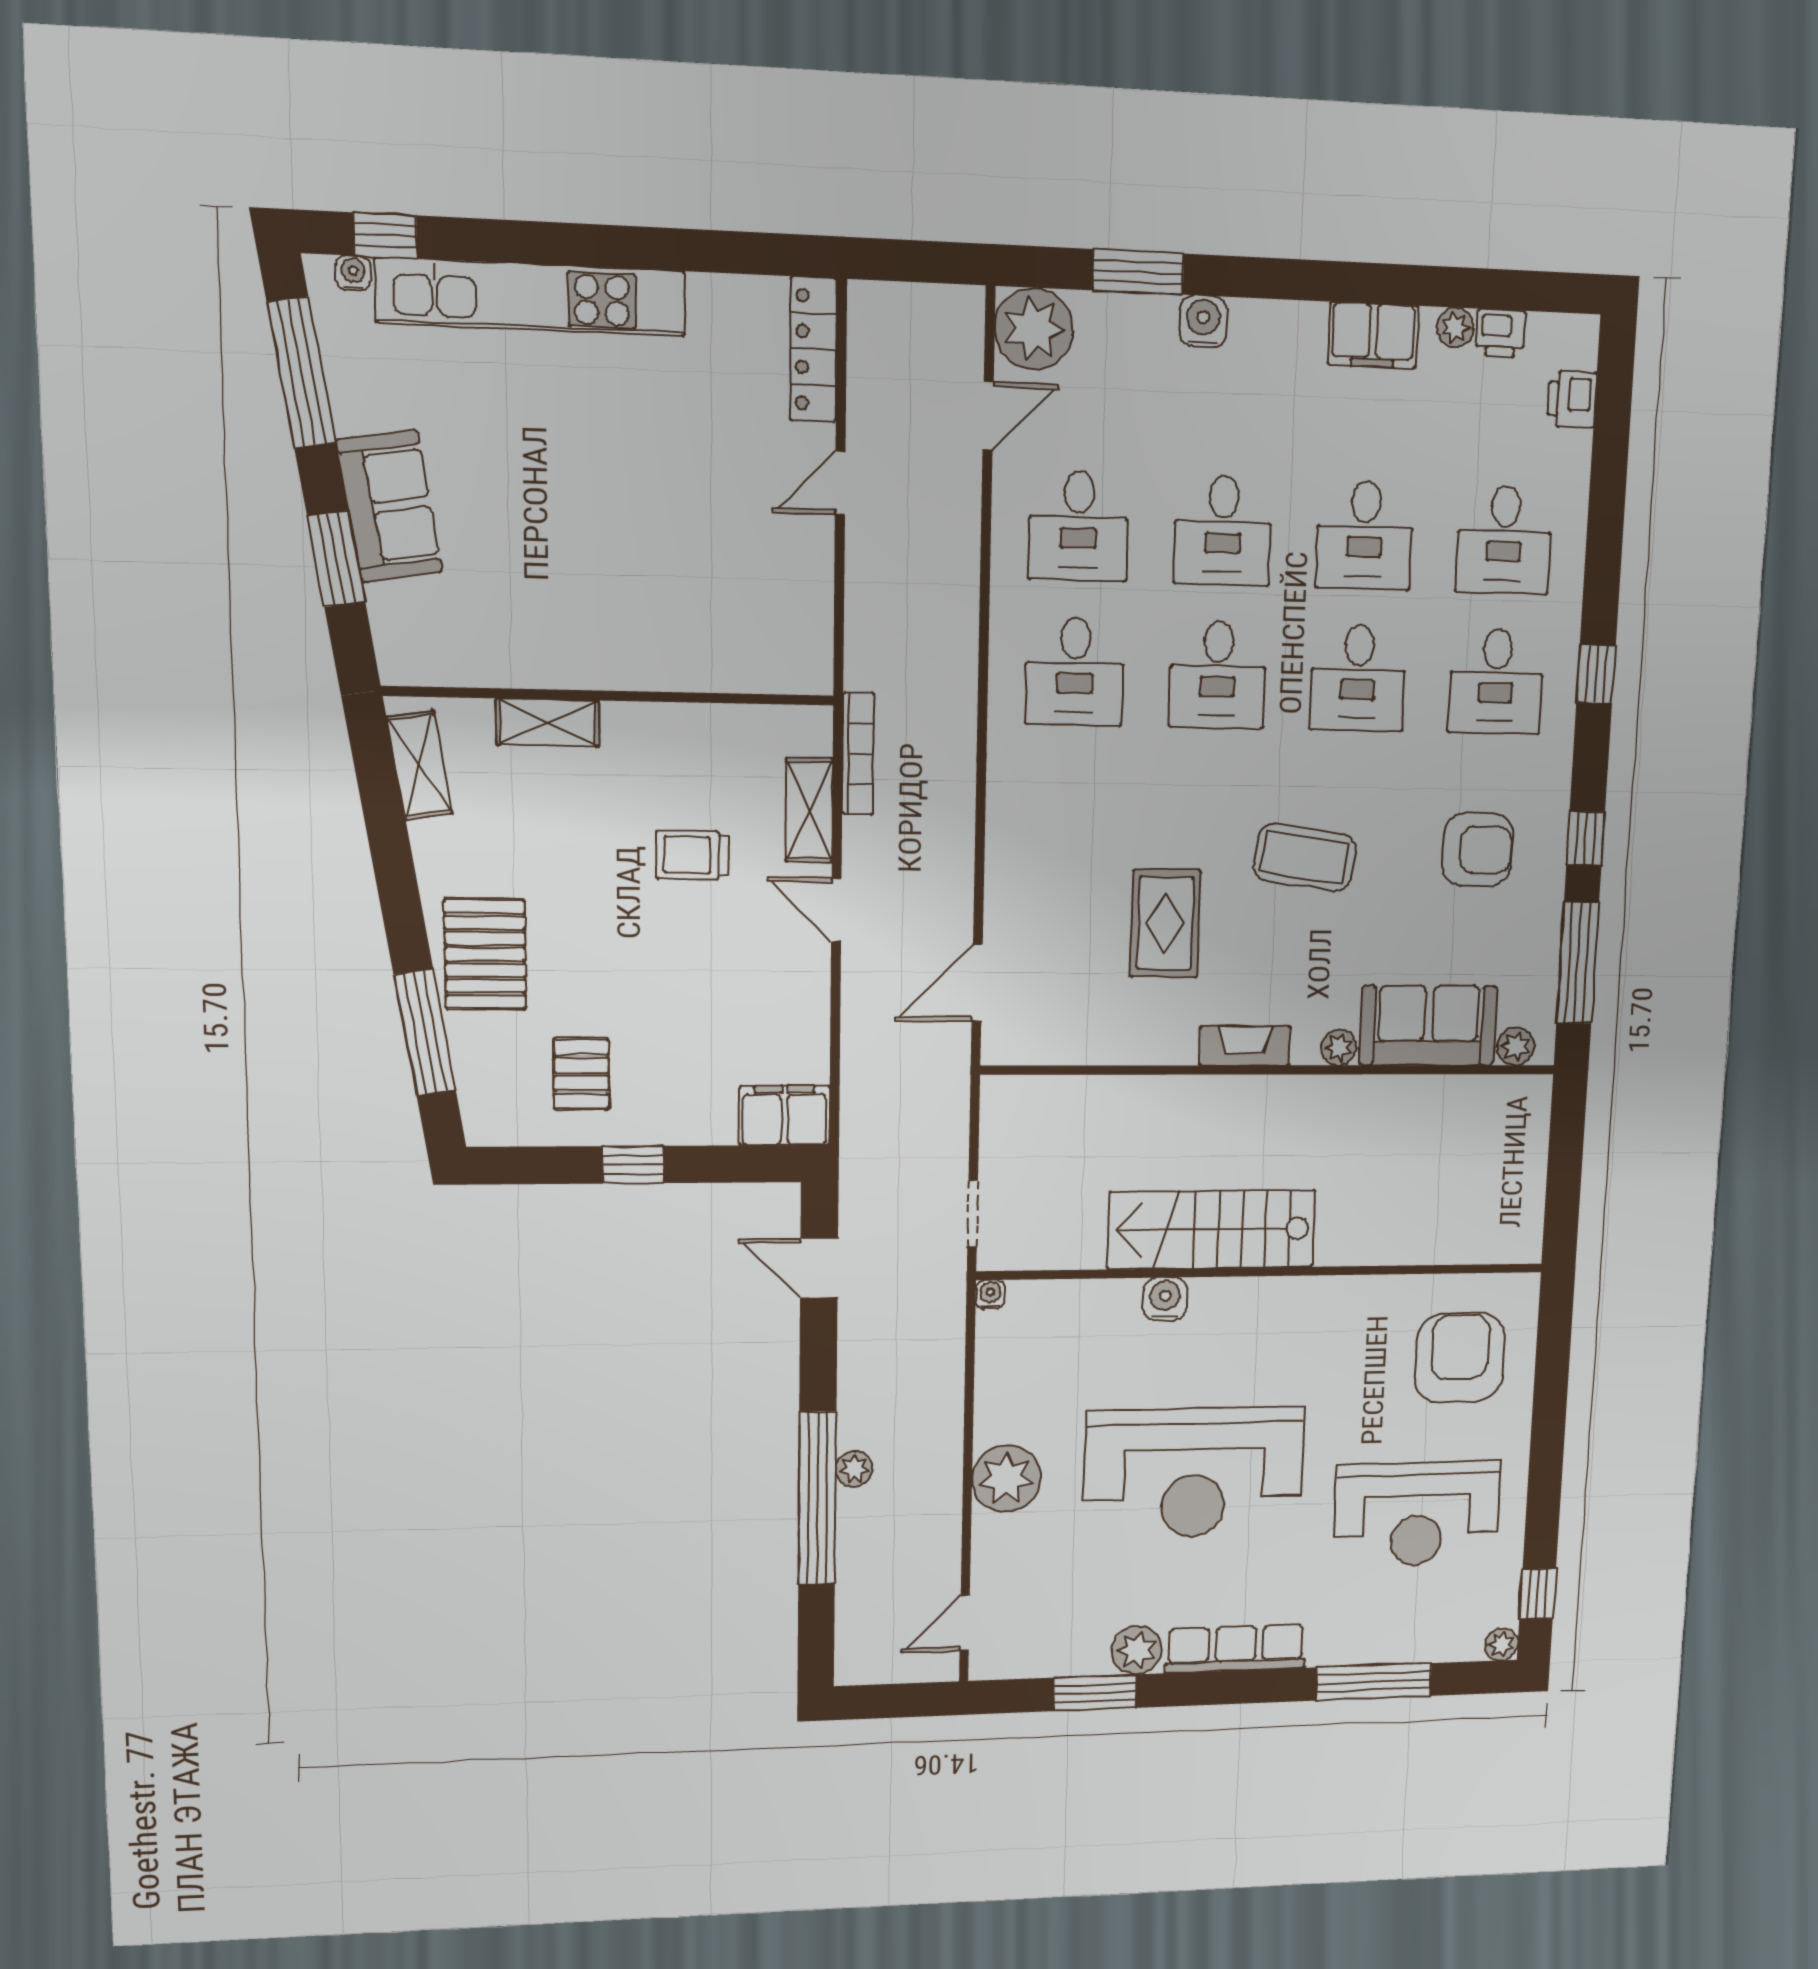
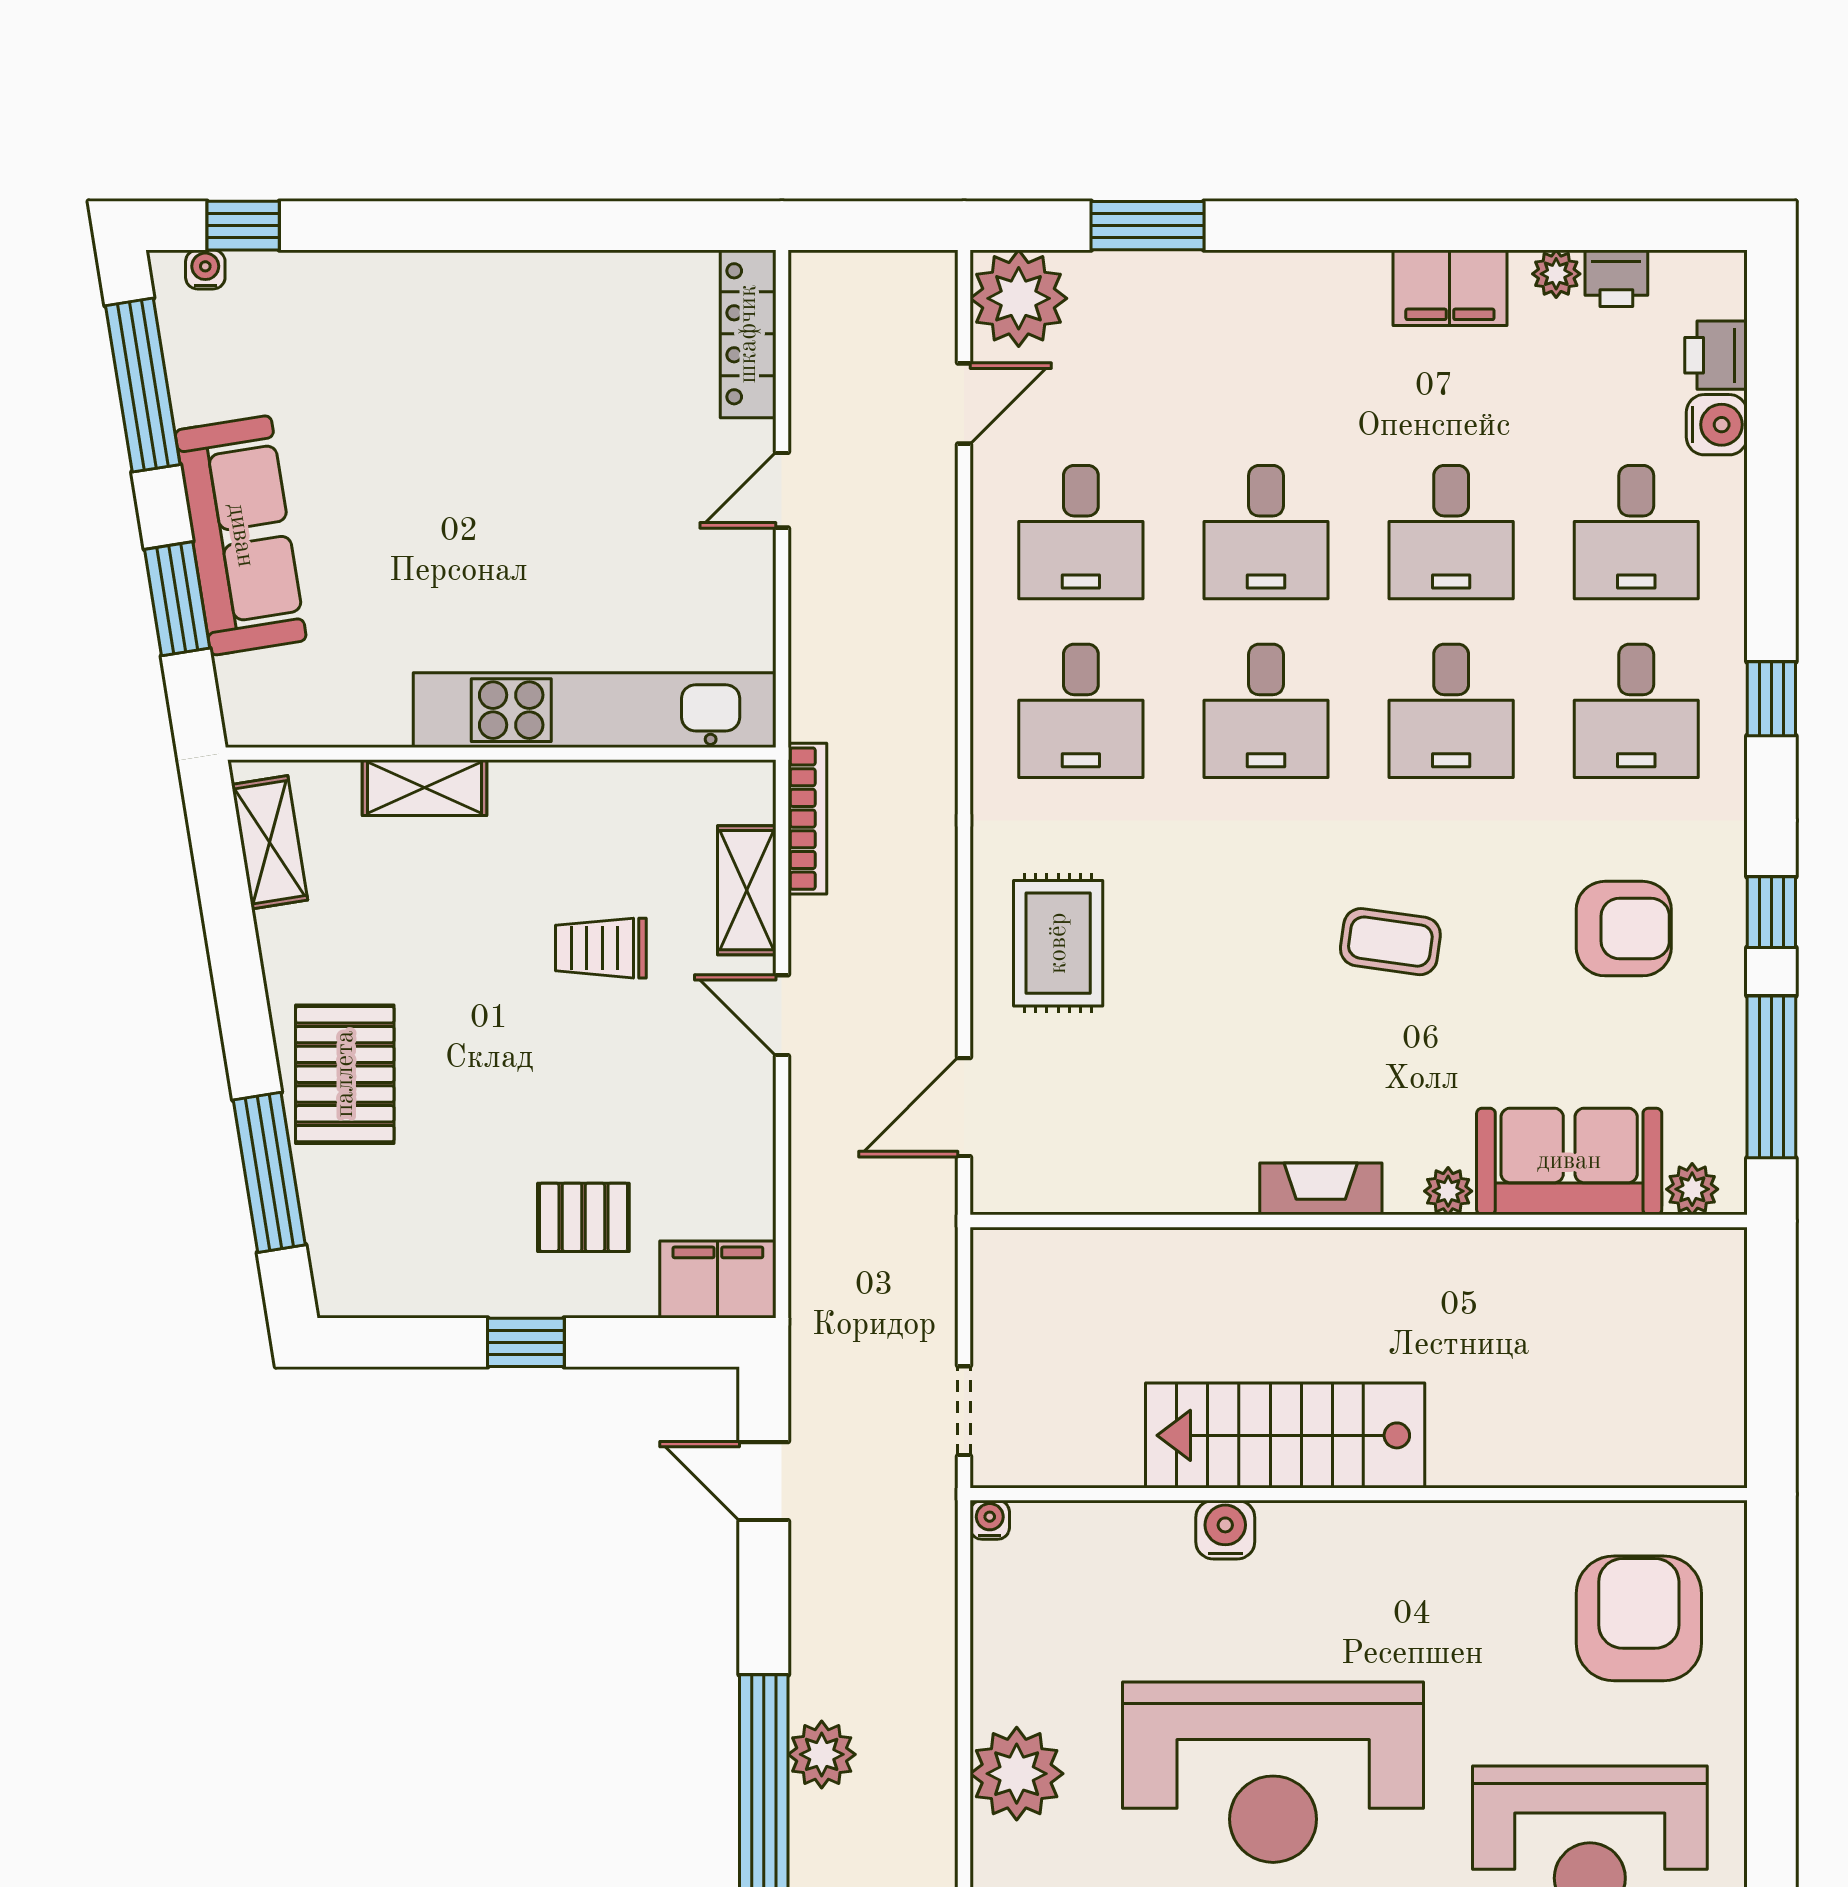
kitchen unit: (531, 297) -> (595, 710), moved, turned 180
water cooler: (1203, 321) -> (1717, 425), moved, turned 90
sofa: (389, 506) -> (241, 535), width x1.36
coffee table: (1305, 857) -> (1390, 942), width x0.73, depth x0.77
rug: (1165, 923) -> (1058, 943), moved
pallet: (581, 1074) -> (583, 1217), moved, turned 90
plant: (854, 1469) -> (822, 1754), width x1.38, depth x1.38

